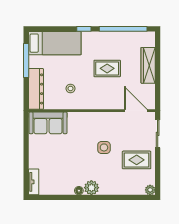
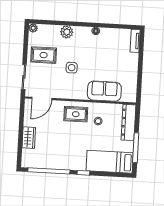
wardrobe: (148, 65) -> (29, 138), width x0.67
rug: (107, 68) -> (76, 114), moved
door: (136, 111) -> (42, 98), hinge flipped
sofa: (48, 123) -> (104, 91), moved
plant: (91, 188) -> (67, 32), moved

